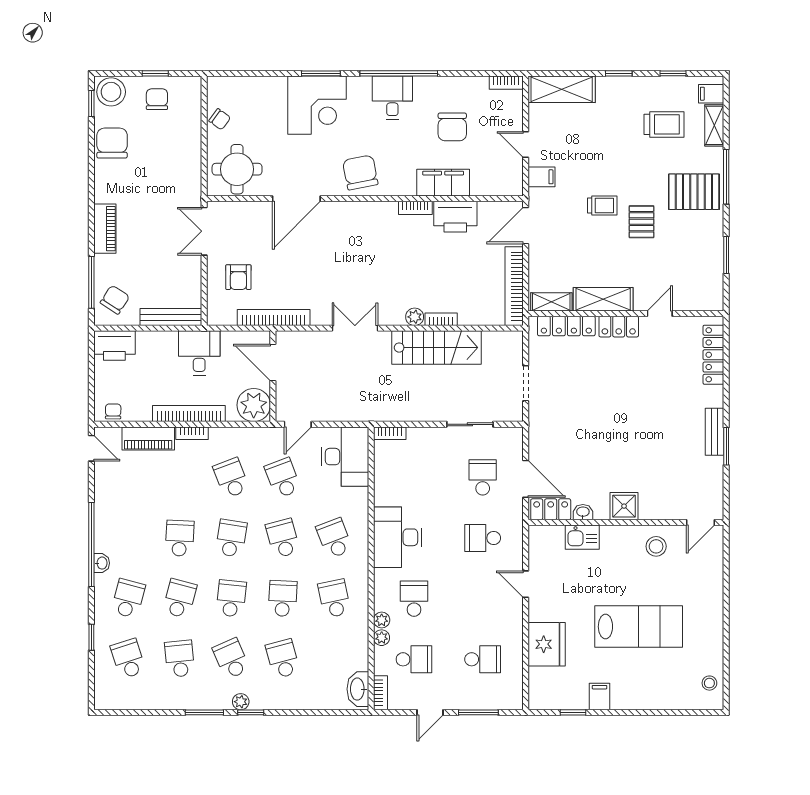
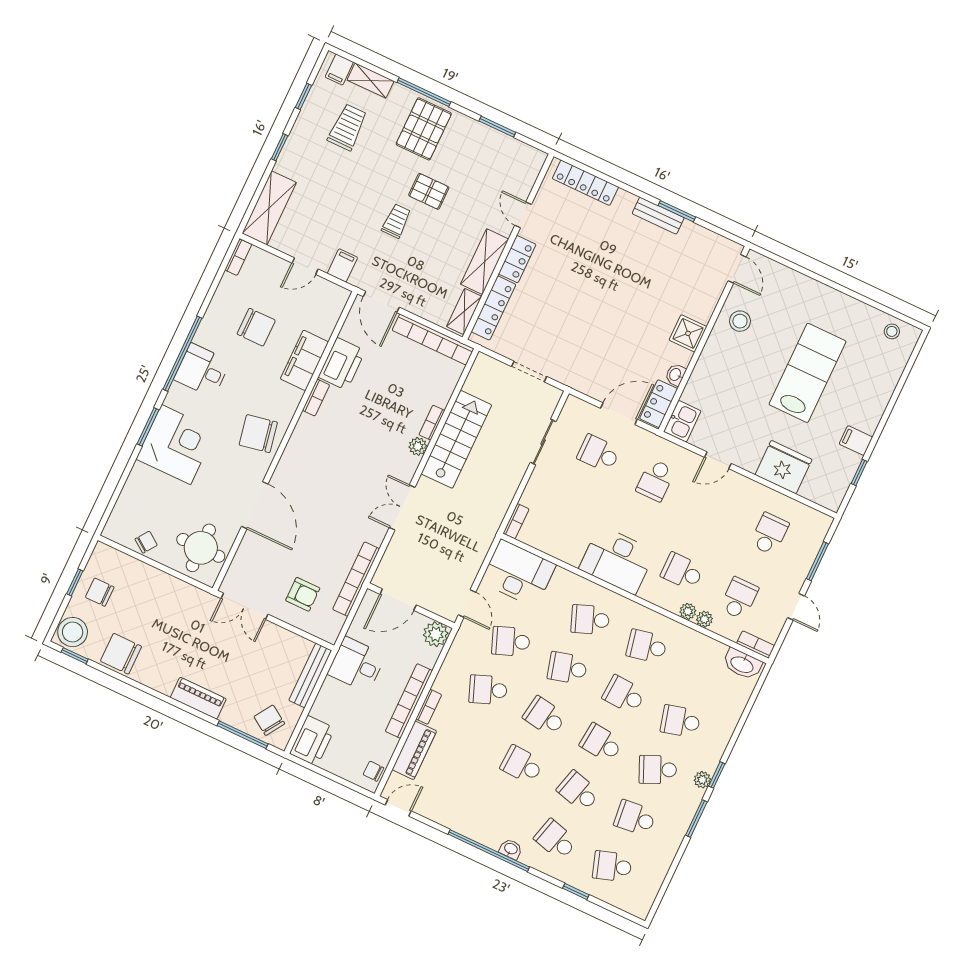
plant: (254, 405) -> (436, 634), width x0.73, depth x0.73
kitchen sink: (582, 537) -> (682, 421), moved

